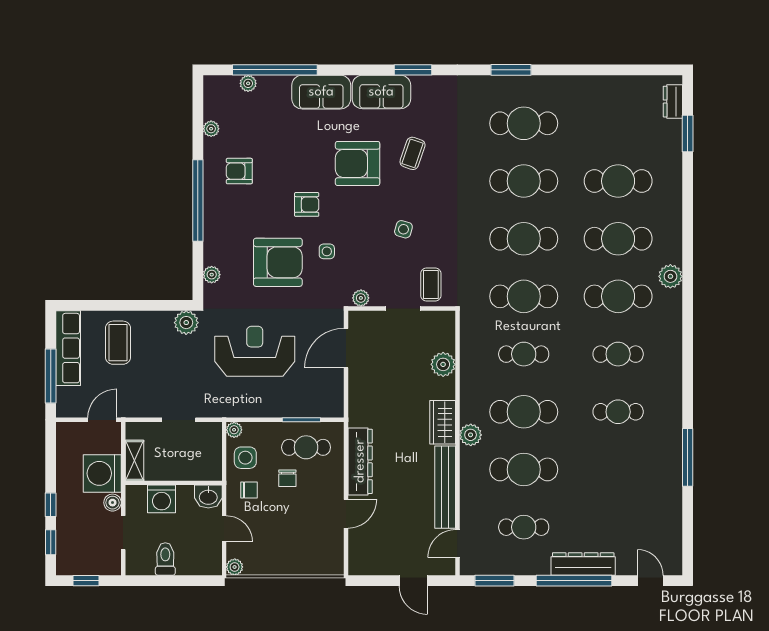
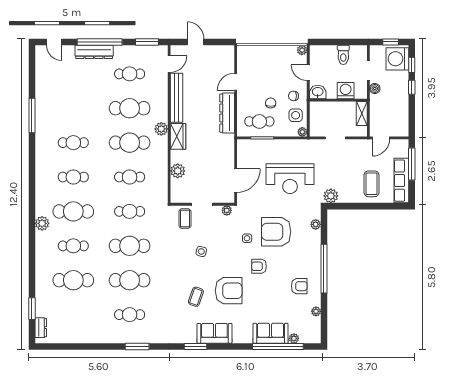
sofa: (321, 92) -> (271, 333), moved
cafe table: (524, 123) -> (130, 315), width x0.73, depth x0.74
cafe table: (618, 239) -> (73, 246), width x0.73, depth x0.74
cafe table: (524, 296) -> (130, 211), width x0.73, depth x0.74
washing machine: (102, 473) -> (397, 59), moved, turned 180

